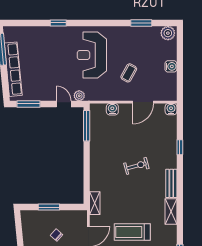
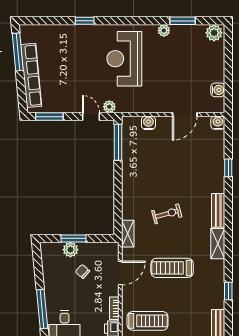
plant: (125, 31) -> (164, 30), added
water cooler: (171, 66) -> (218, 90), moved
coffee table: (129, 73) -> (168, 80), removed
exercise bike: (136, 166) -> (167, 214), moved
plant: (46, 217) -> (70, 250), added

